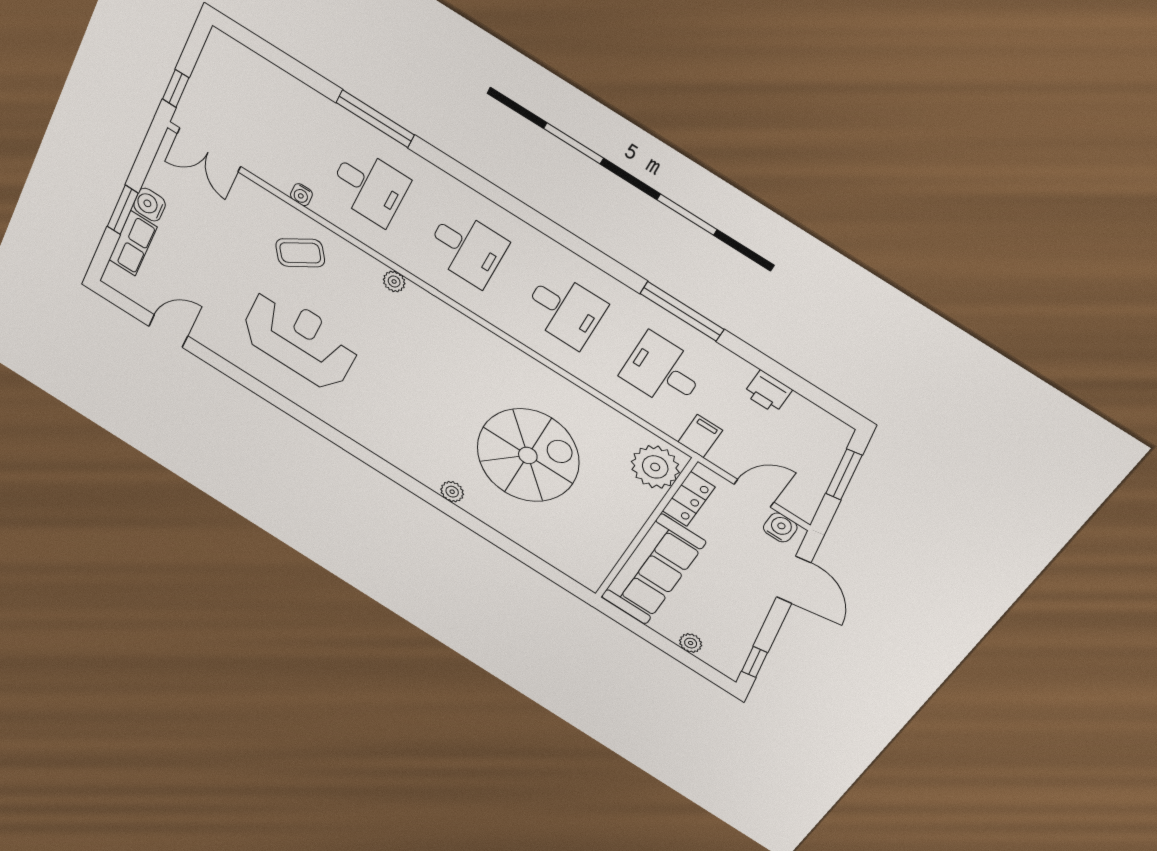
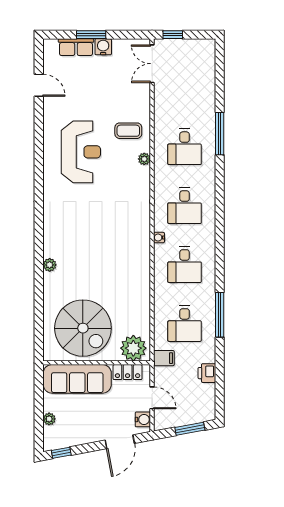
water cooler: (301, 195) -> (159, 238), moved
coffee table: (300, 253) -> (128, 131), turned -56
plant: (394, 282) -> (144, 159), moved
desk: (663, 371) -> (185, 324), turned 180
spiral stairs: (528, 455) -> (83, 328), moved

